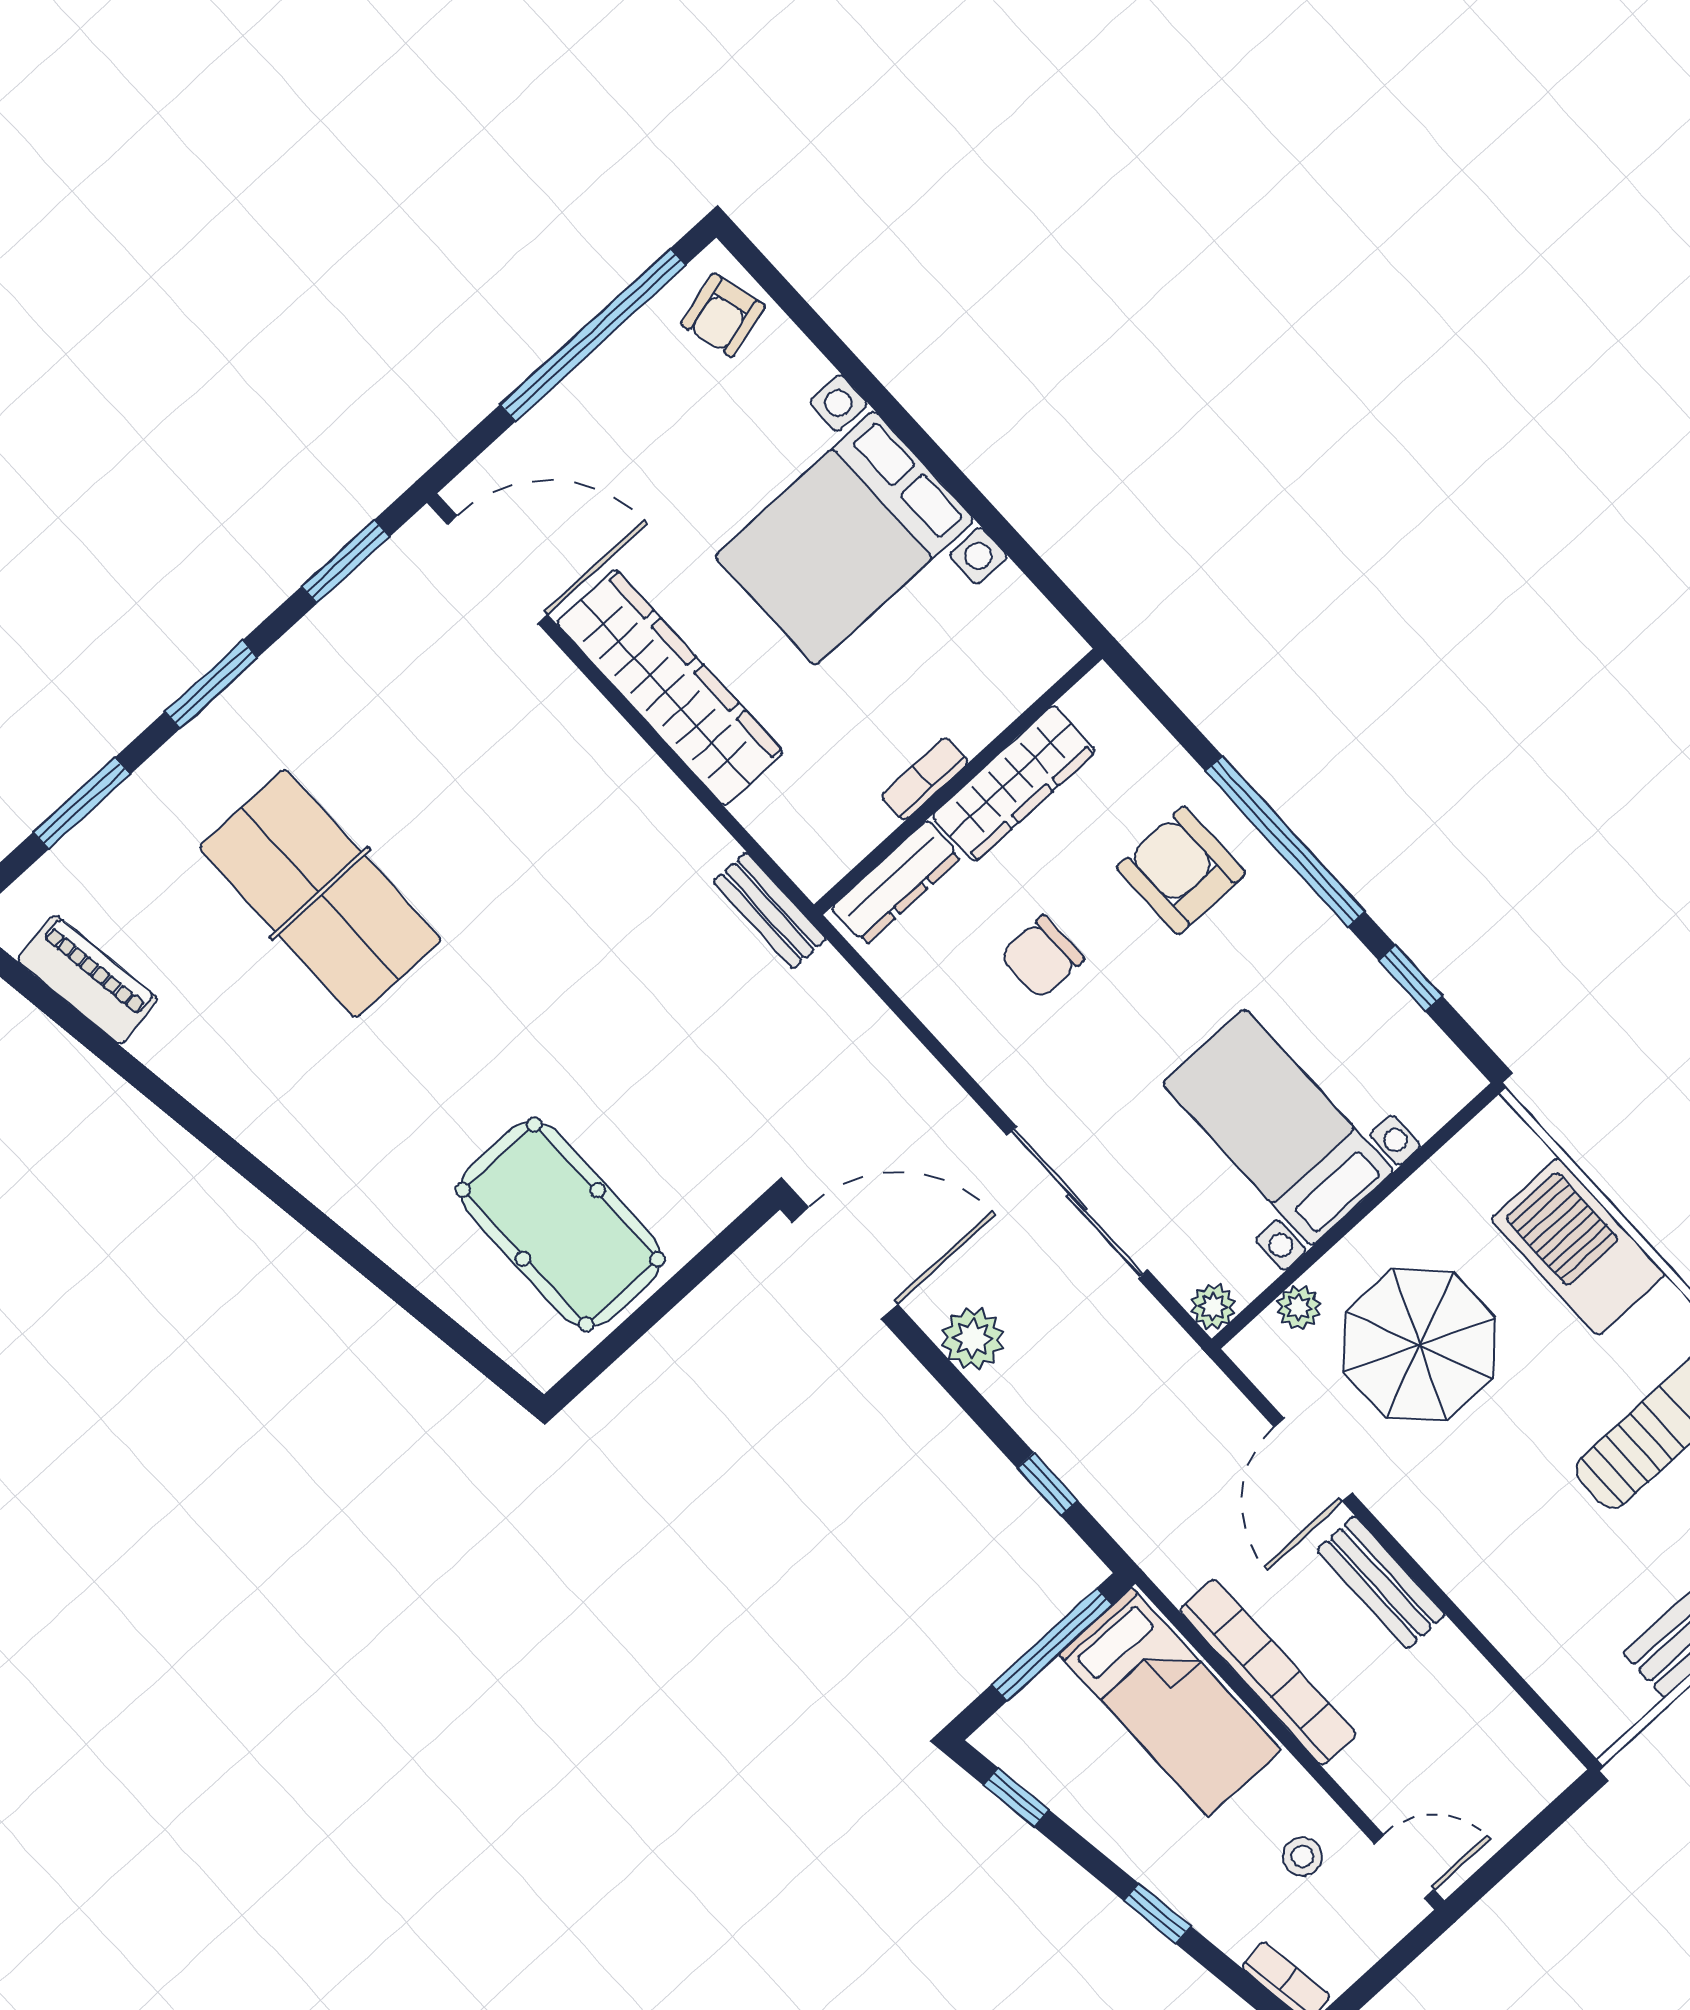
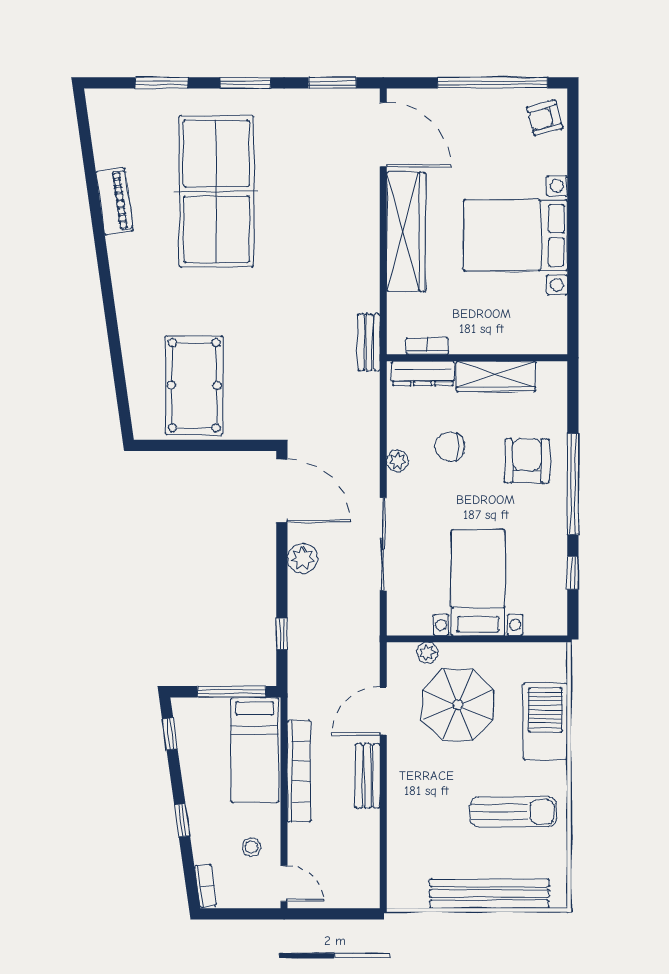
bookcase: (925, 779) -> (427, 346), moved
table tennis table: (320, 893) -> (216, 191), width x1.36, depth x1.32
piano: (88, 980) -> (115, 201), moved
plant: (1213, 1306) -> (397, 461), moved

